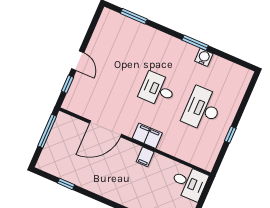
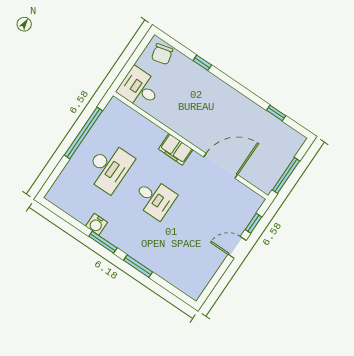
window: (134, 16) -> (138, 266), moved
door: (78, 61) -> (237, 247), hinge flipped
window: (230, 135) -> (83, 133), width x3.17
filing cabinet: (145, 157) -> (183, 126), removed

